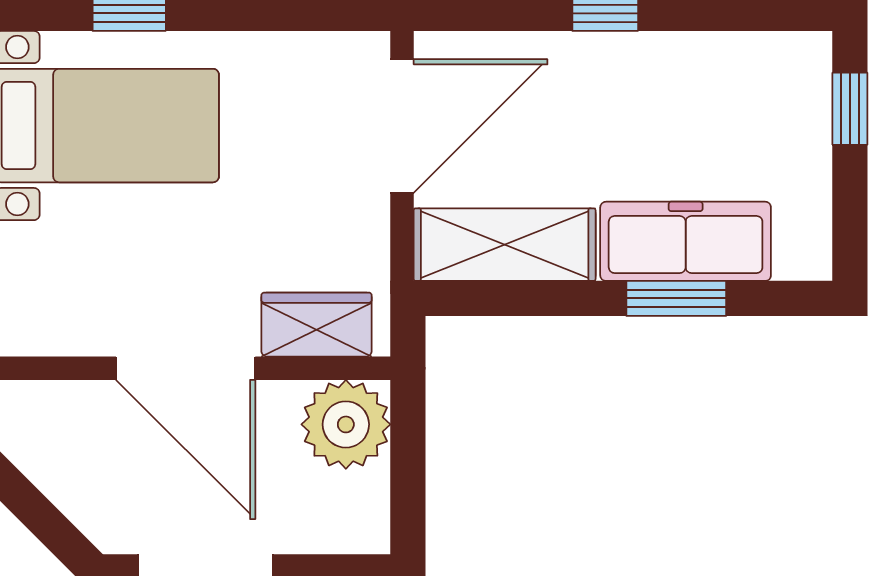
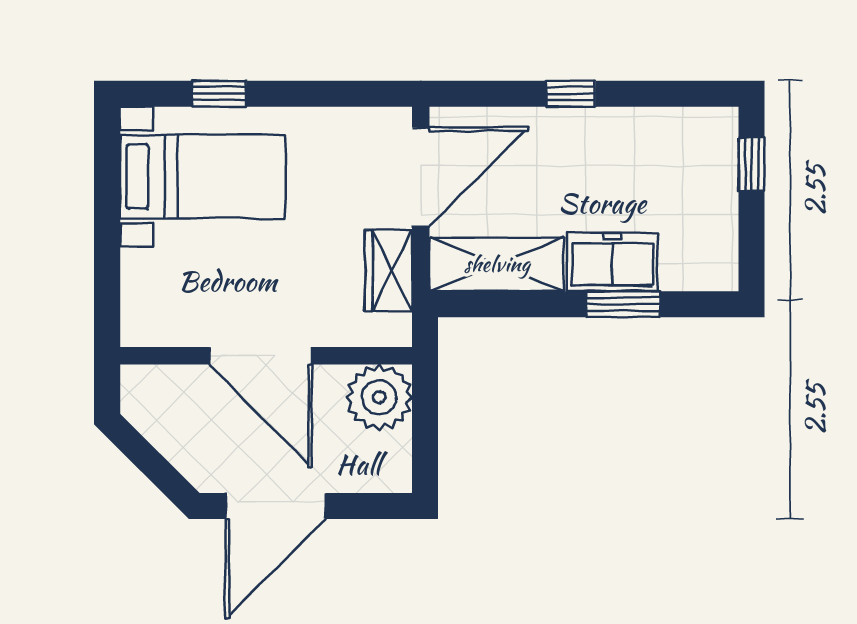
freezer: (686, 241) -> (612, 262), width x0.71
wardrobe: (317, 325) -> (388, 271), moved, turned -90

